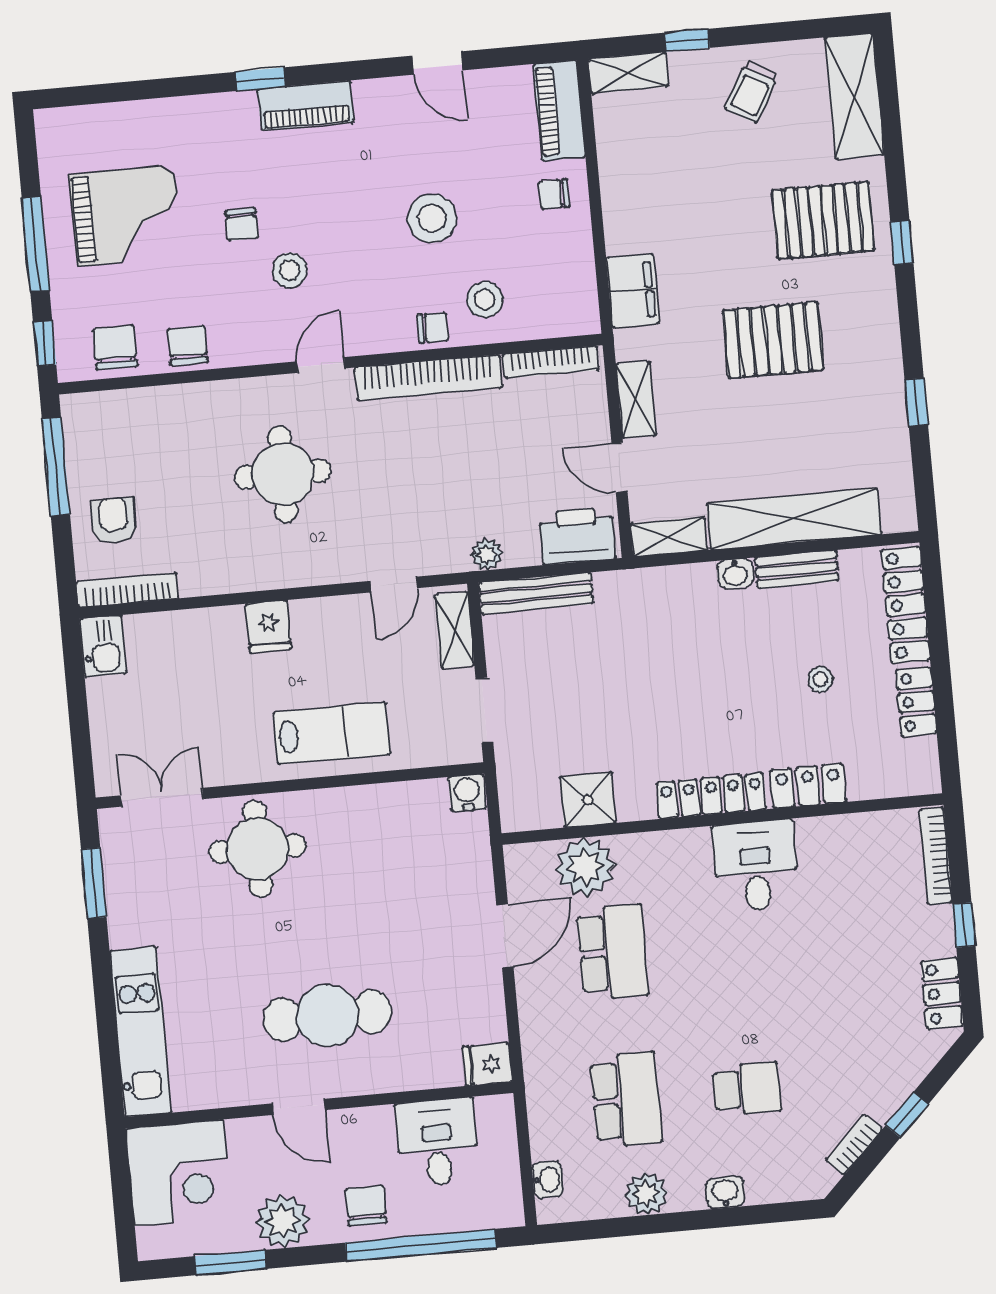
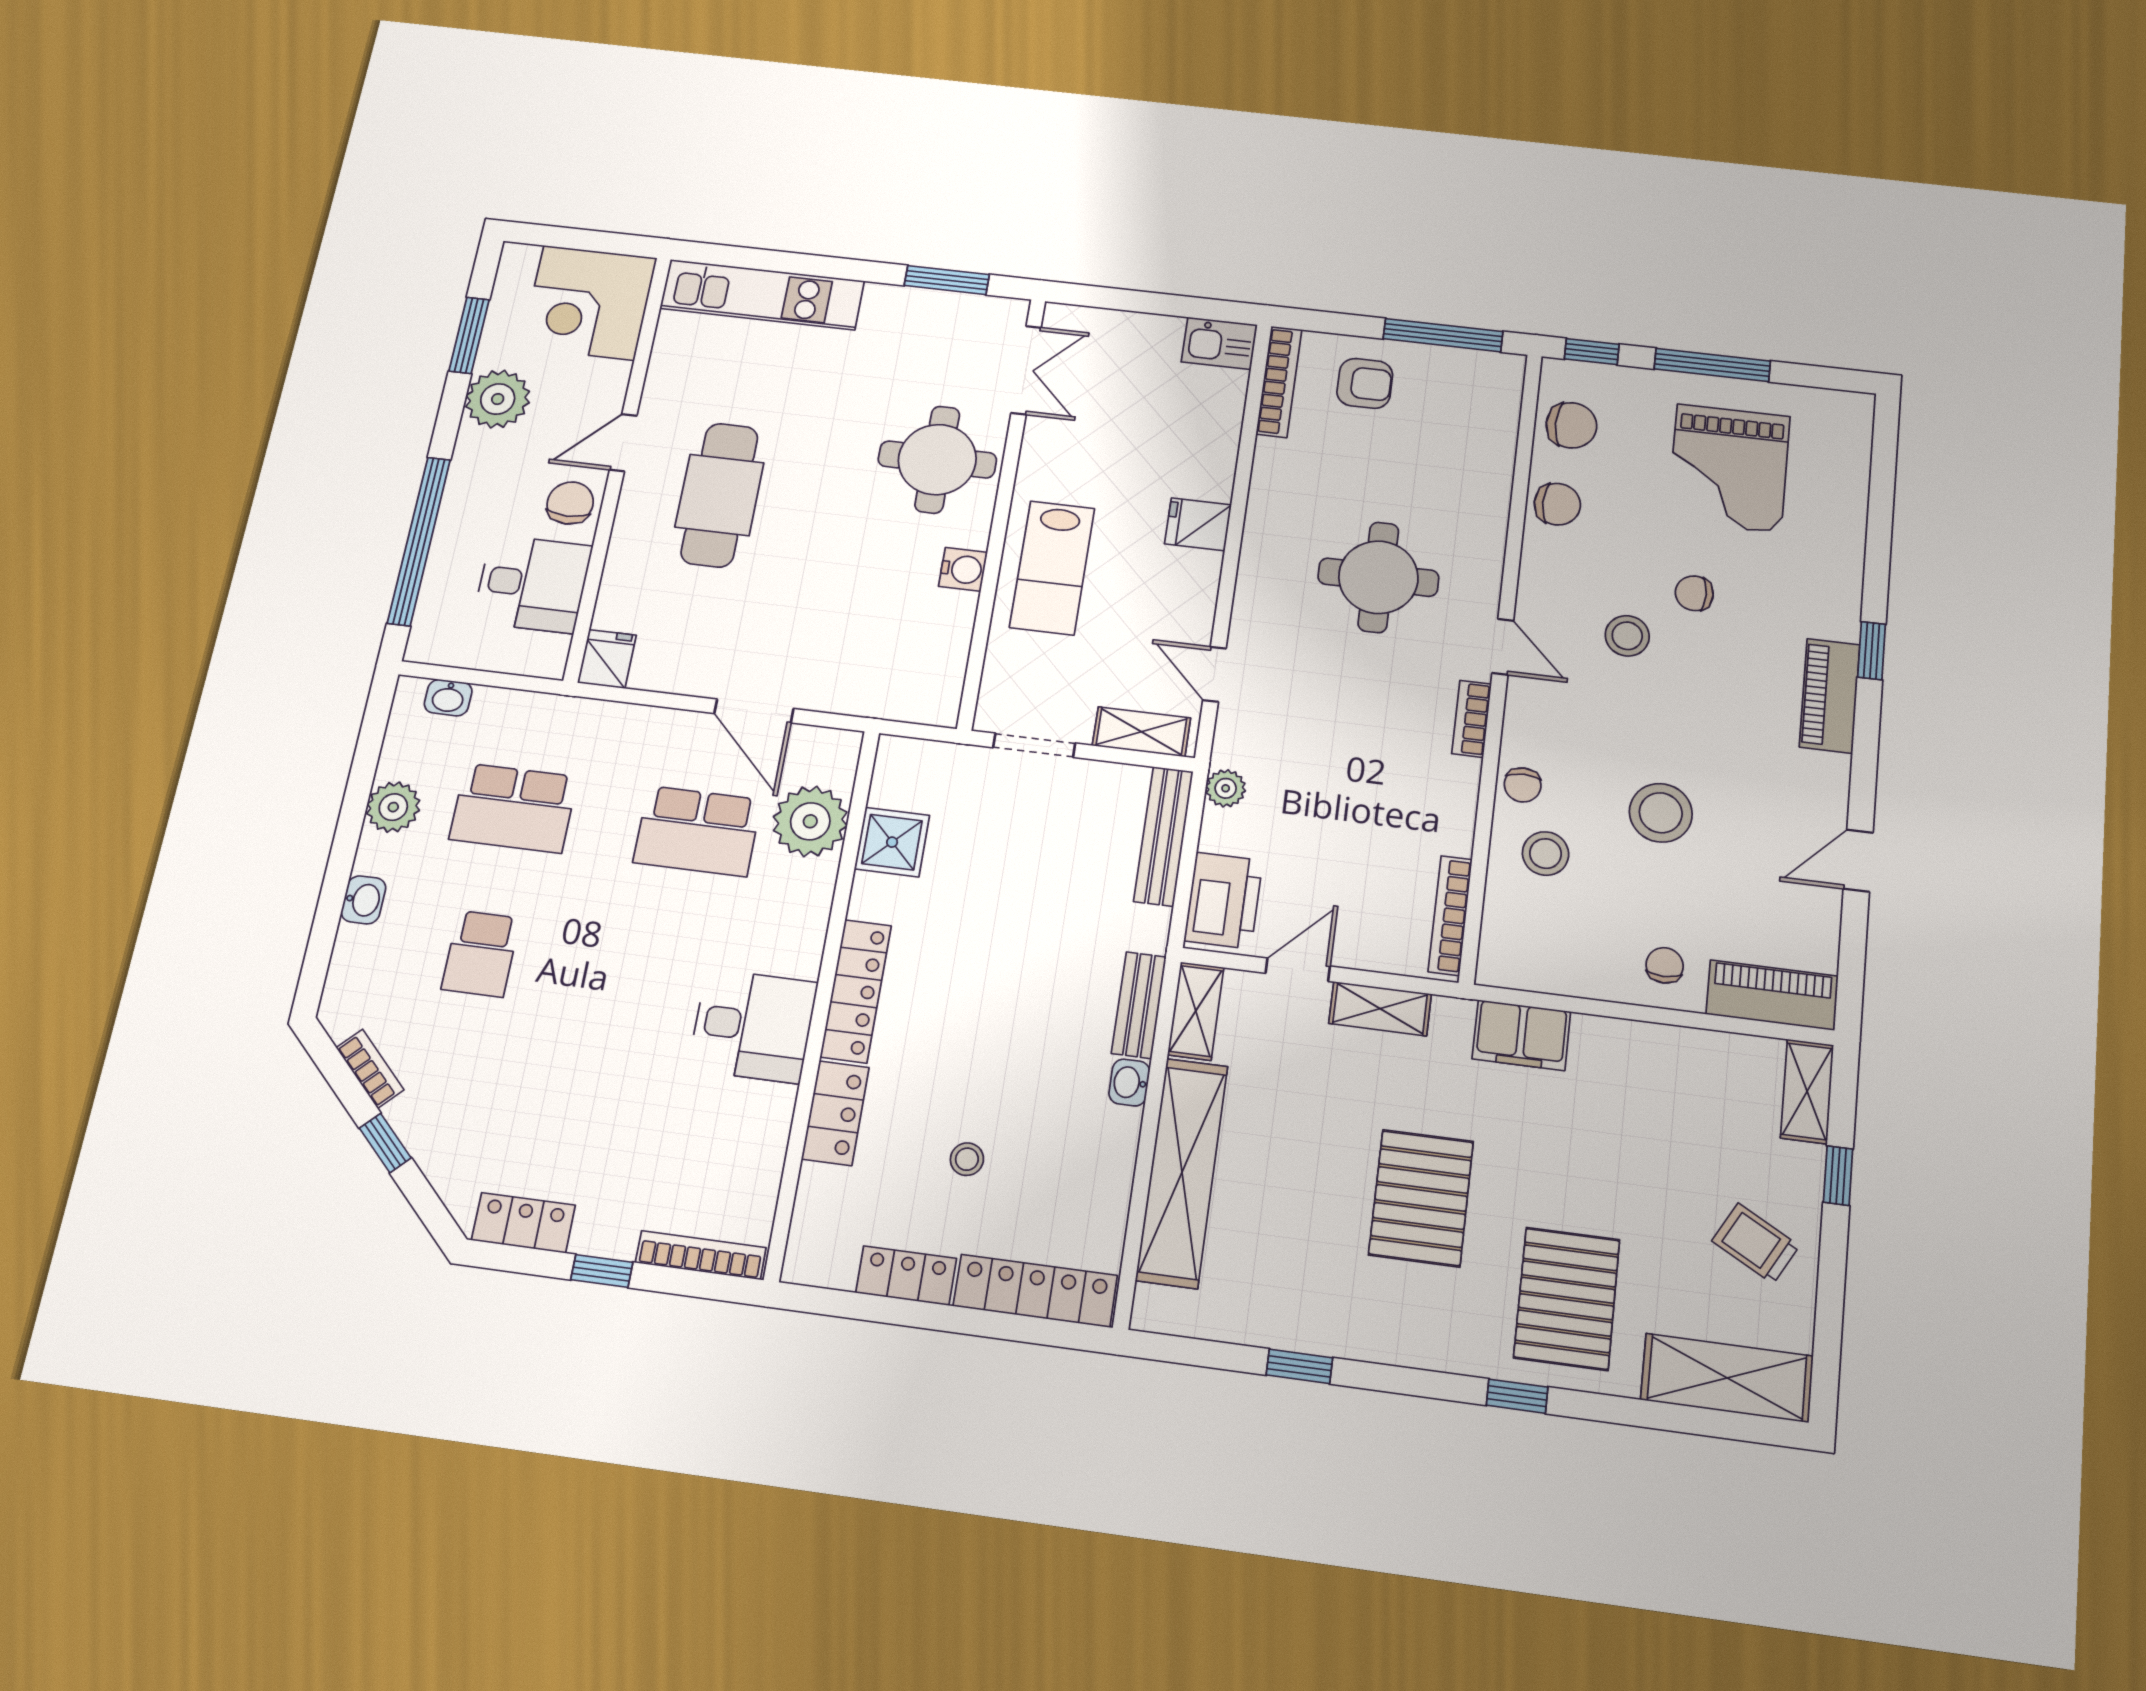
bookcase: (428, 378) -> (1472, 719), width x0.43, depth x0.76
bench: (797, 569) -> (1139, 1005), moved
water cooler: (467, 793) -> (963, 569), moved
chair: (366, 1206) -> (570, 503), moved, turned -90

